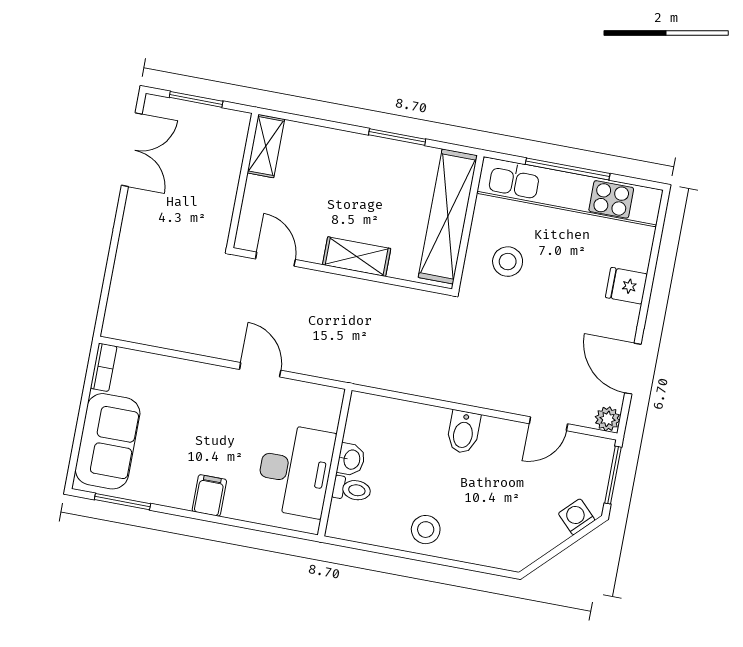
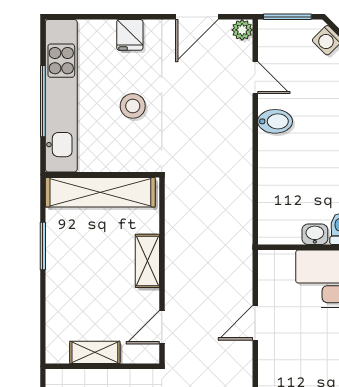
shelving: (266, 146) -> (95, 352), moved
stool: (508, 262) -> (133, 106), moved
bidet: (463, 432) -> (275, 121), moved

